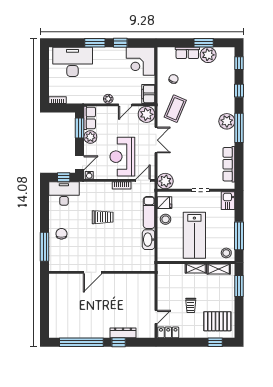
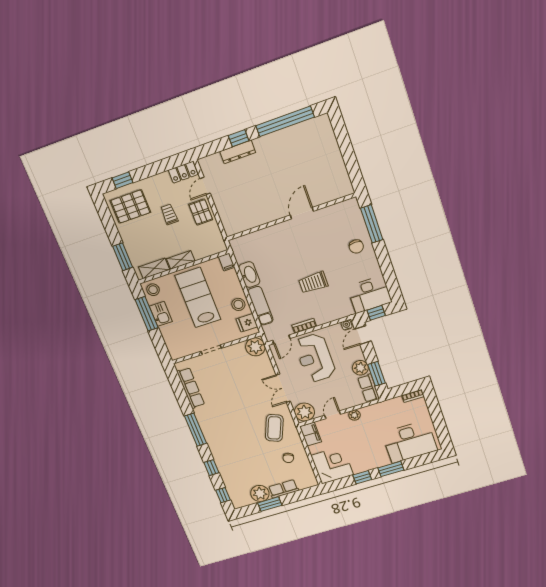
plant: (227, 121) -> (212, 432), removed
reception desk: (122, 157) -> (315, 358), turned 180
kitchen sink: (228, 201) -> (161, 314), moved
filing cabinet: (162, 255) -> (227, 262), added
pallet: (167, 299) -> (201, 212), added

